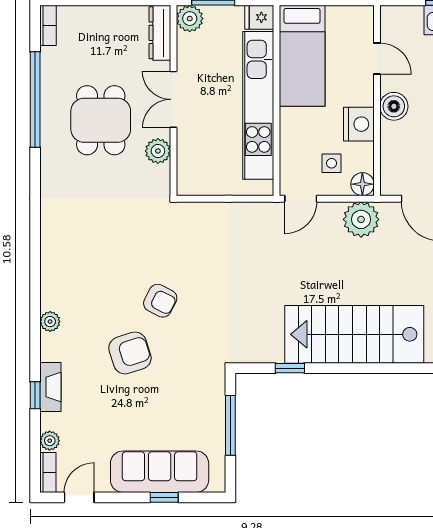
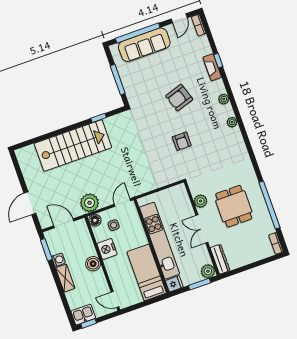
door: (377, 59) -> (115, 300), moved
double door: (173, 99) -> (202, 229), swing flipped
armchair: (160, 301) -> (182, 141), moved, turned -117
plant: (50, 441) -> (232, 122), moved
window: (164, 497) -> (138, 33), width x3.17

